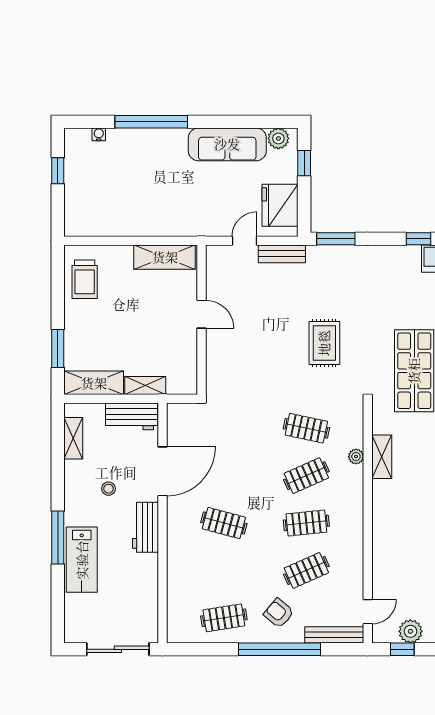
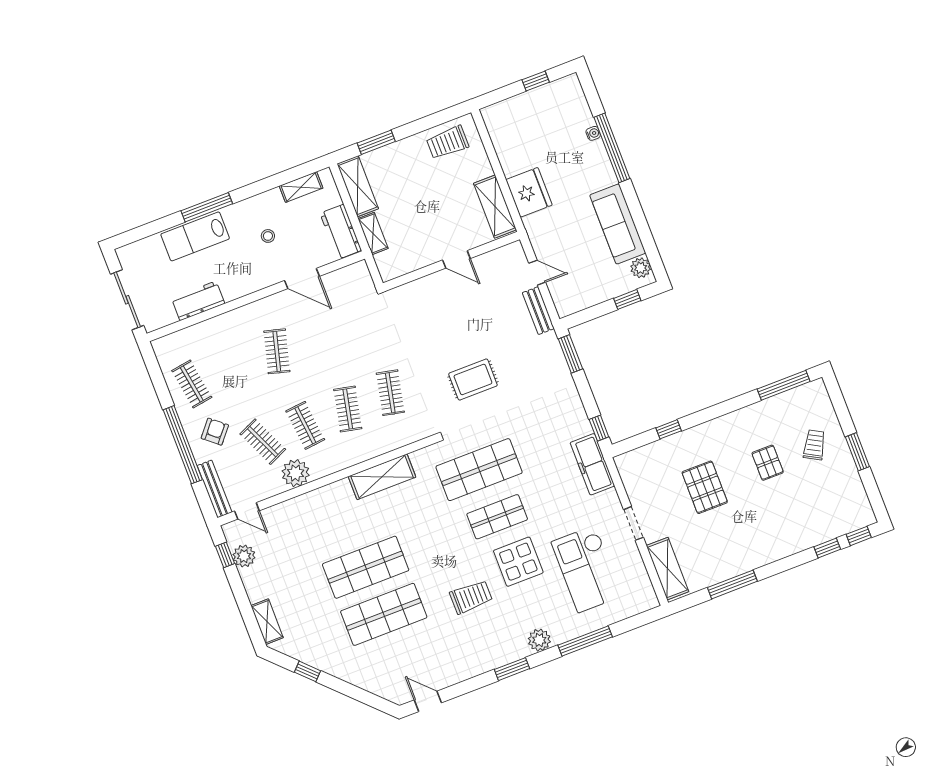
water cooler: (99, 134) -> (593, 133), moved
fridge: (280, 205) -> (529, 192), moved, turned 90
door: (201, 314) -> (456, 259), hinge flipped
plant: (356, 457) -> (296, 473), moved, width x1.87, depth x1.87
shelving: (382, 457) -> (382, 477), width x1.50, depth x1.33
door: (162, 471) -> (302, 278), width x0.73
clothes rail: (306, 476) -> (348, 409), turned 36
workbench: (145, 527) -> (198, 301), moved

